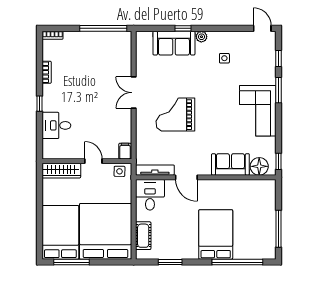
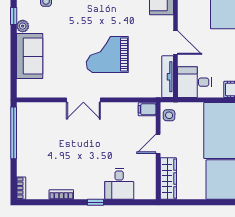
window: (183, 28) -> (14, 16), moved
grand piano: (175, 115) -> (107, 55), turned 90
door: (186, 177) -> (175, 42), hinge flipped

